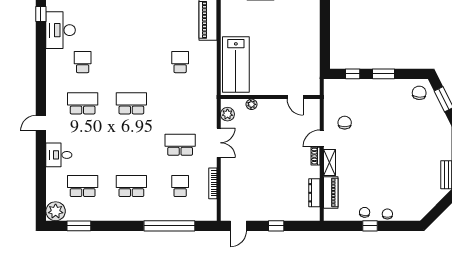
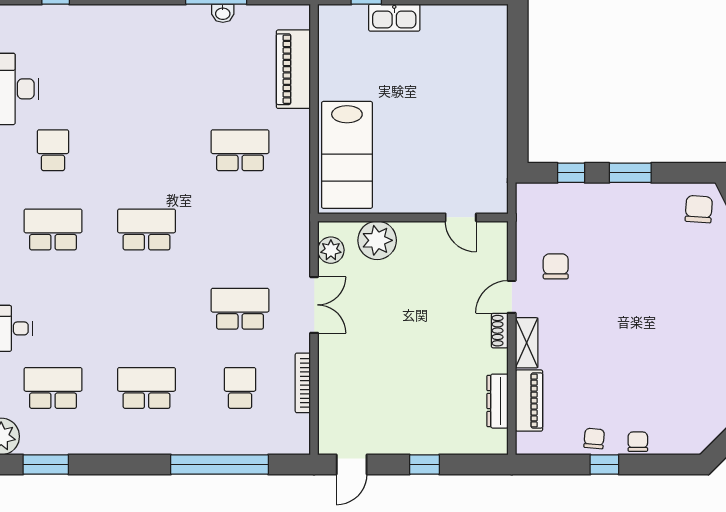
school desk: (180, 62) -> (240, 150), width x1.85
plant: (252, 104) -> (377, 240), width x1.87, depth x1.87

